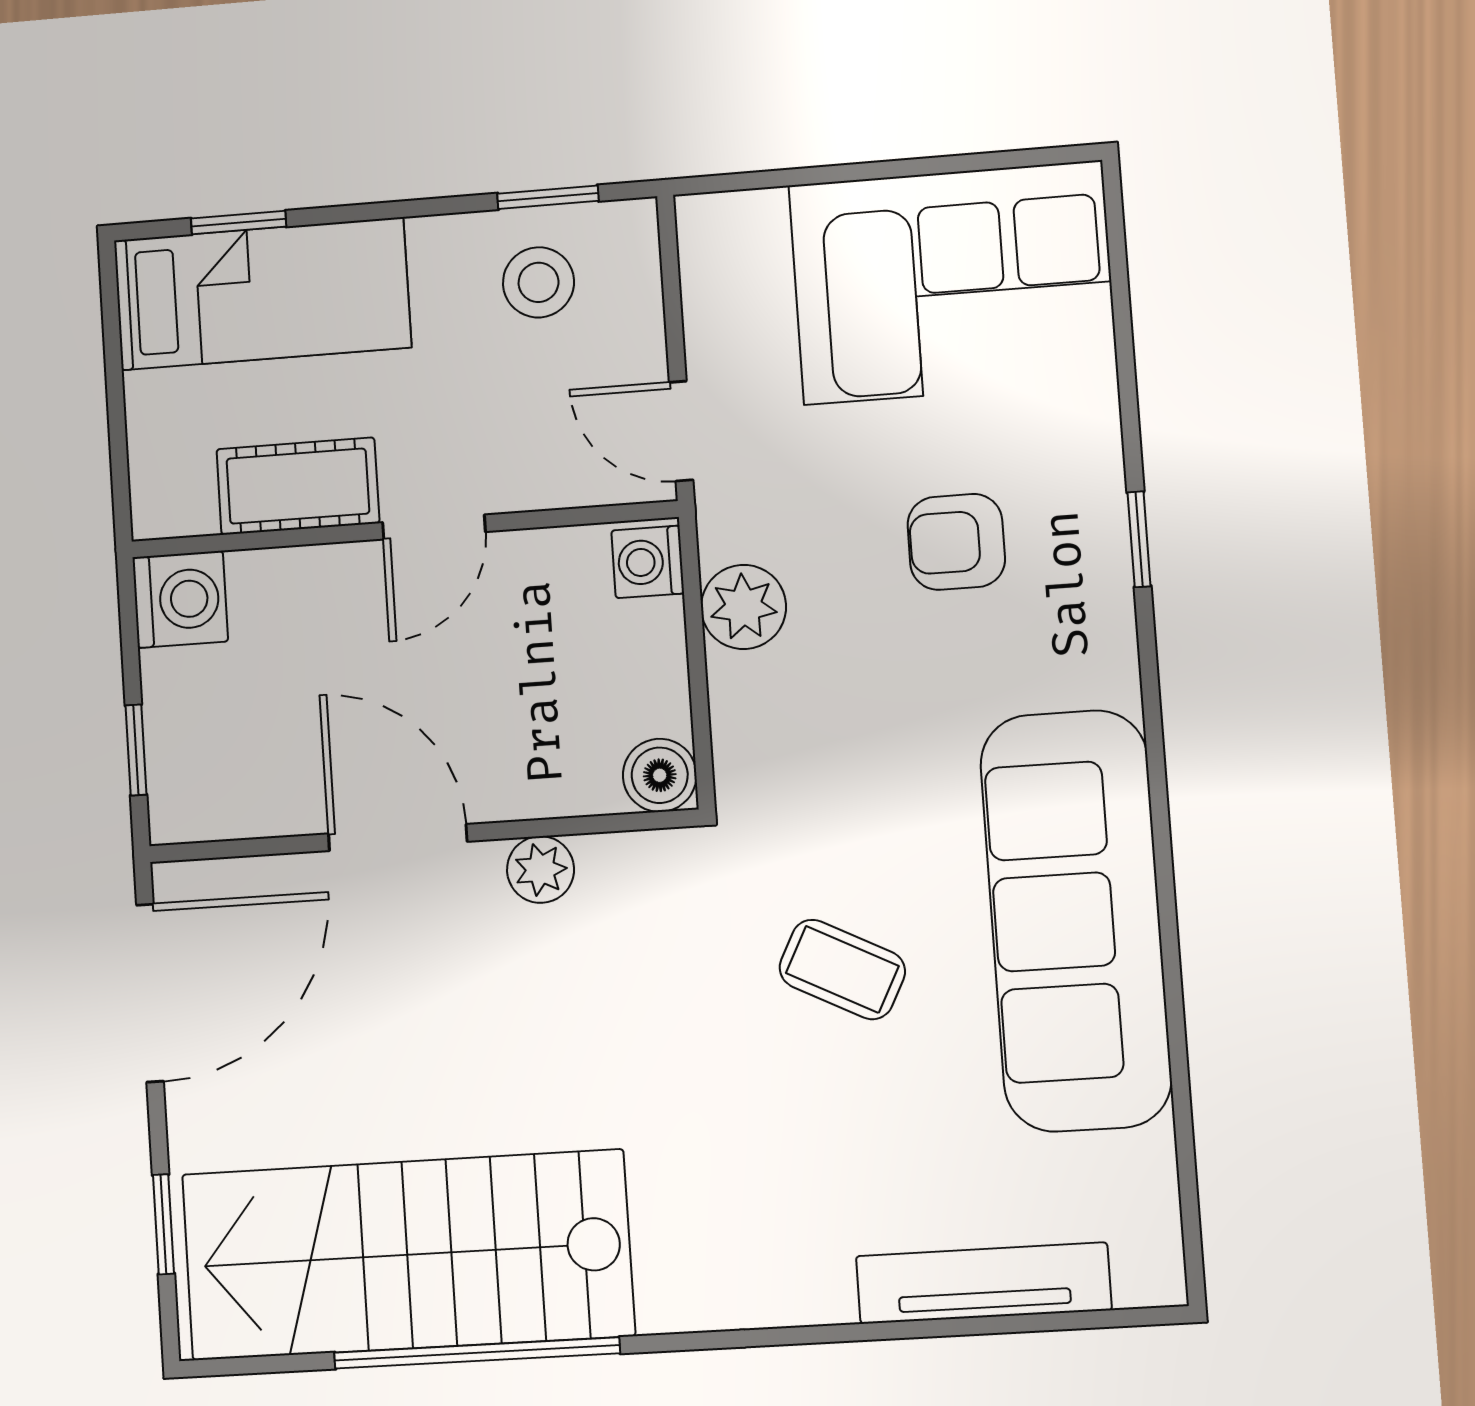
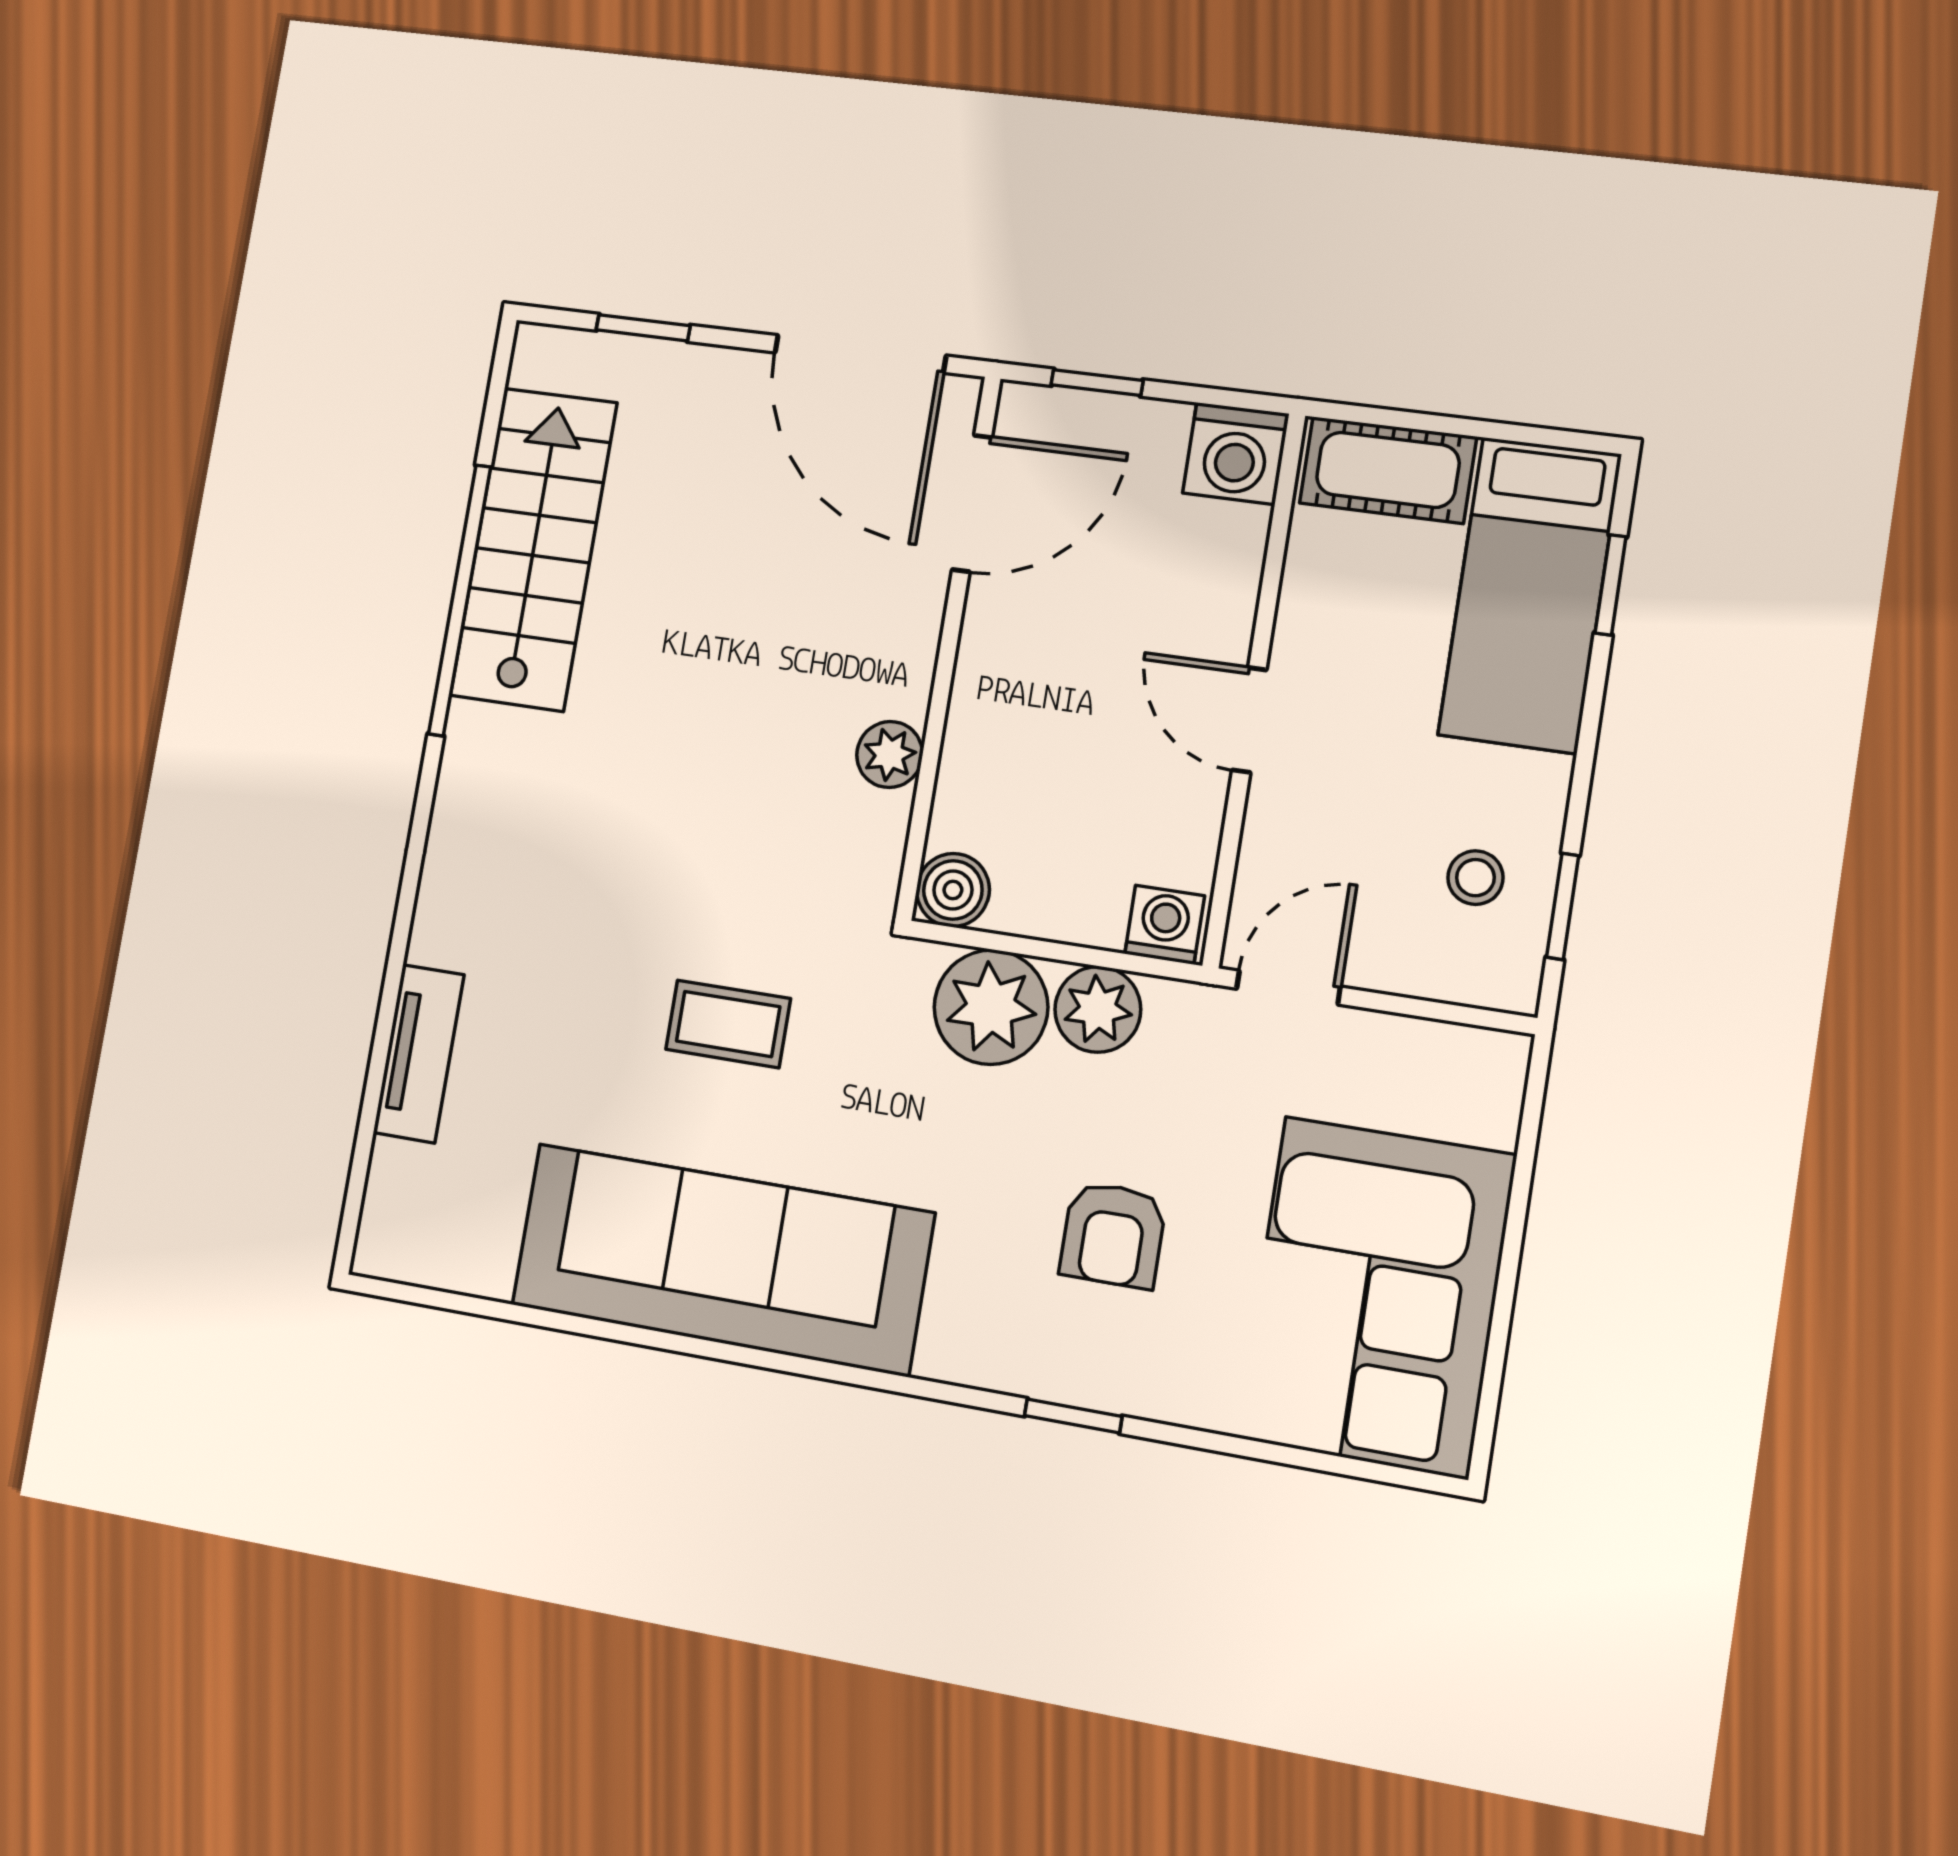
stool: (539, 282) -> (1475, 878), width x0.73, depth x0.73
cot: (298, 486) -> (1388, 470), moved, turned 90
armchair: (956, 542) -> (1113, 1235), turned 180
plant: (765, 711) -> (991, 1007), added
door: (398, 838) -> (972, 503), moved
coffee table: (842, 969) -> (728, 1024), turned 63
stairs: (407, 1255) -> (534, 549), width x0.73, depth x0.66
tv unit: (984, 1283) -> (419, 1054), width x0.71

